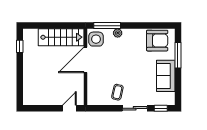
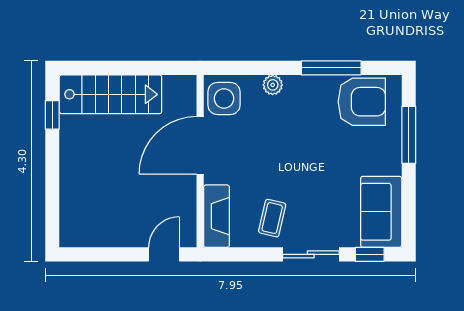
window: (107, 26) -> (331, 68), moved
stairs: (61, 37) -> (110, 94), moved
sofa: (166, 76) -> (381, 212), moved
fireplace: (93, 91) -> (217, 216), added

